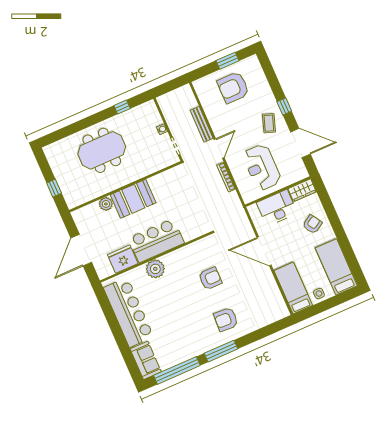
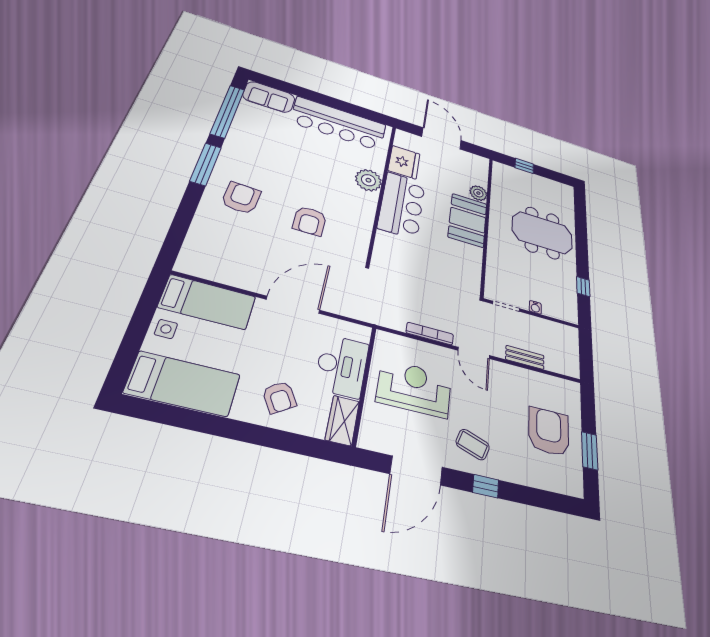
bench: (202, 124) -> (525, 357), width x0.73
meeting table: (102, 150) -> (542, 233), turned 90

